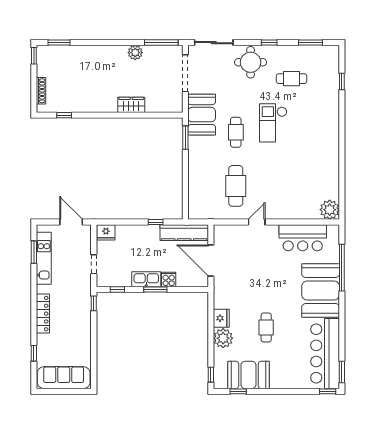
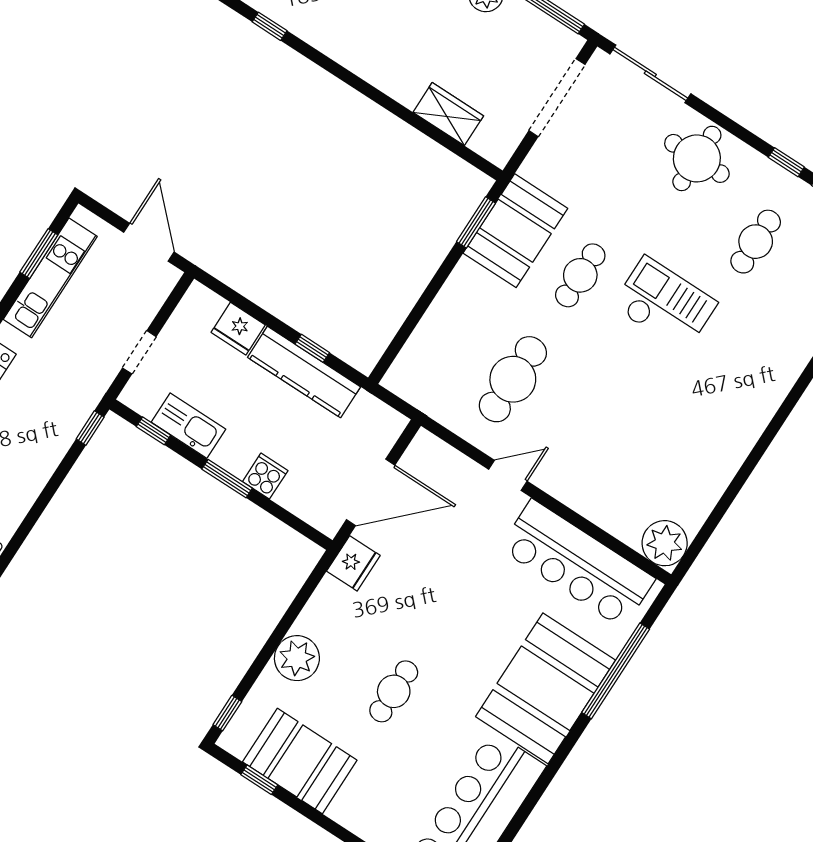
window: (269, 43) -> (786, 162), moved
cafe table: (292, 79) -> (756, 242), turned 90
wardrobe: (131, 105) -> (448, 114), moved
booth: (202, 115) -> (515, 231), moved
checkout: (273, 123) -> (665, 304), turned 90
fridge: (106, 232) -> (238, 329), moved
kitchen counter: (184, 233) -> (304, 372), moved
bar counter: (303, 238) -> (577, 564), width x1.36
door: (211, 261) -> (371, 492), swing flipped
kitchen sink: (146, 279) -> (188, 426), moved
fridge: (221, 318) -> (353, 563), moved

